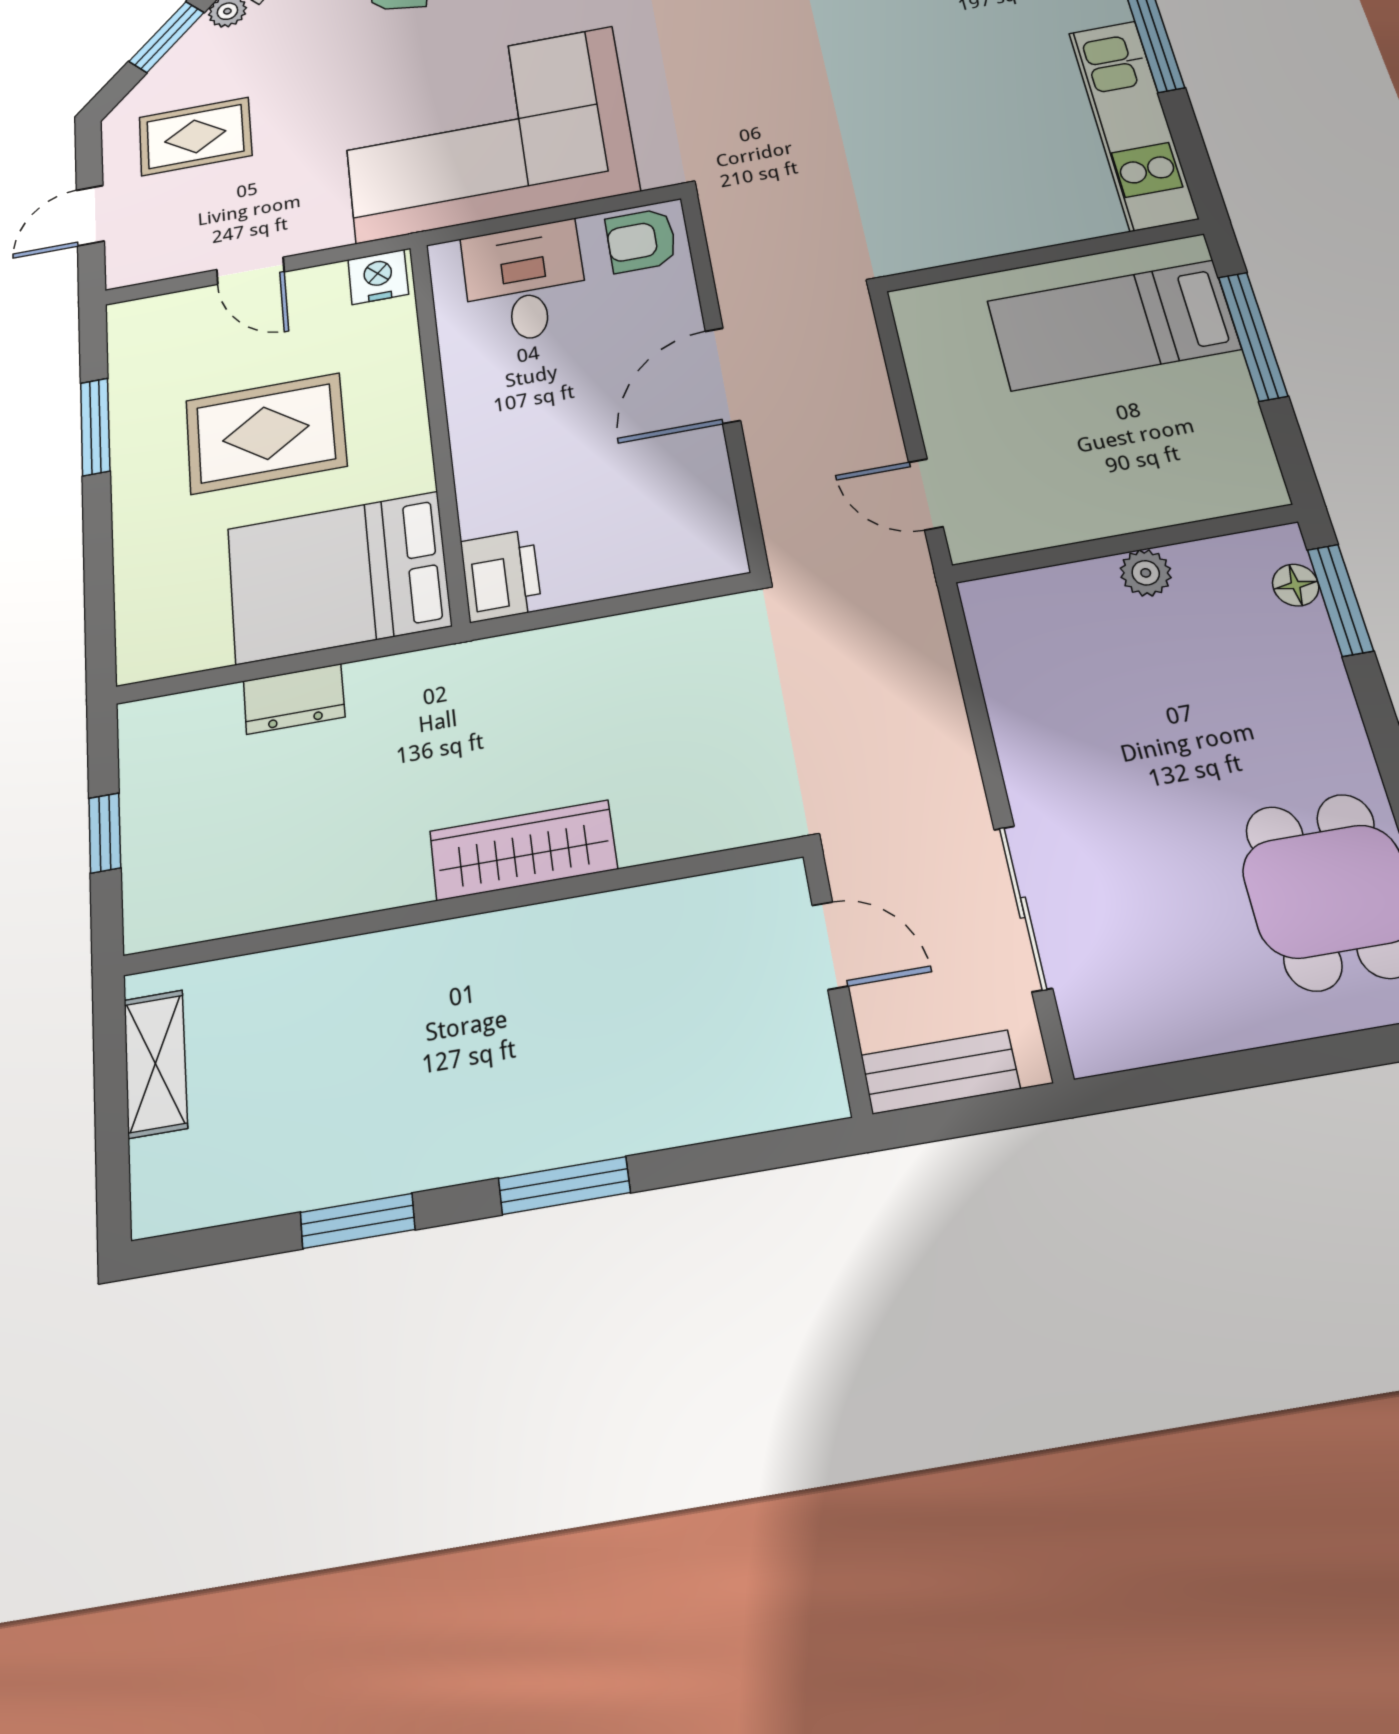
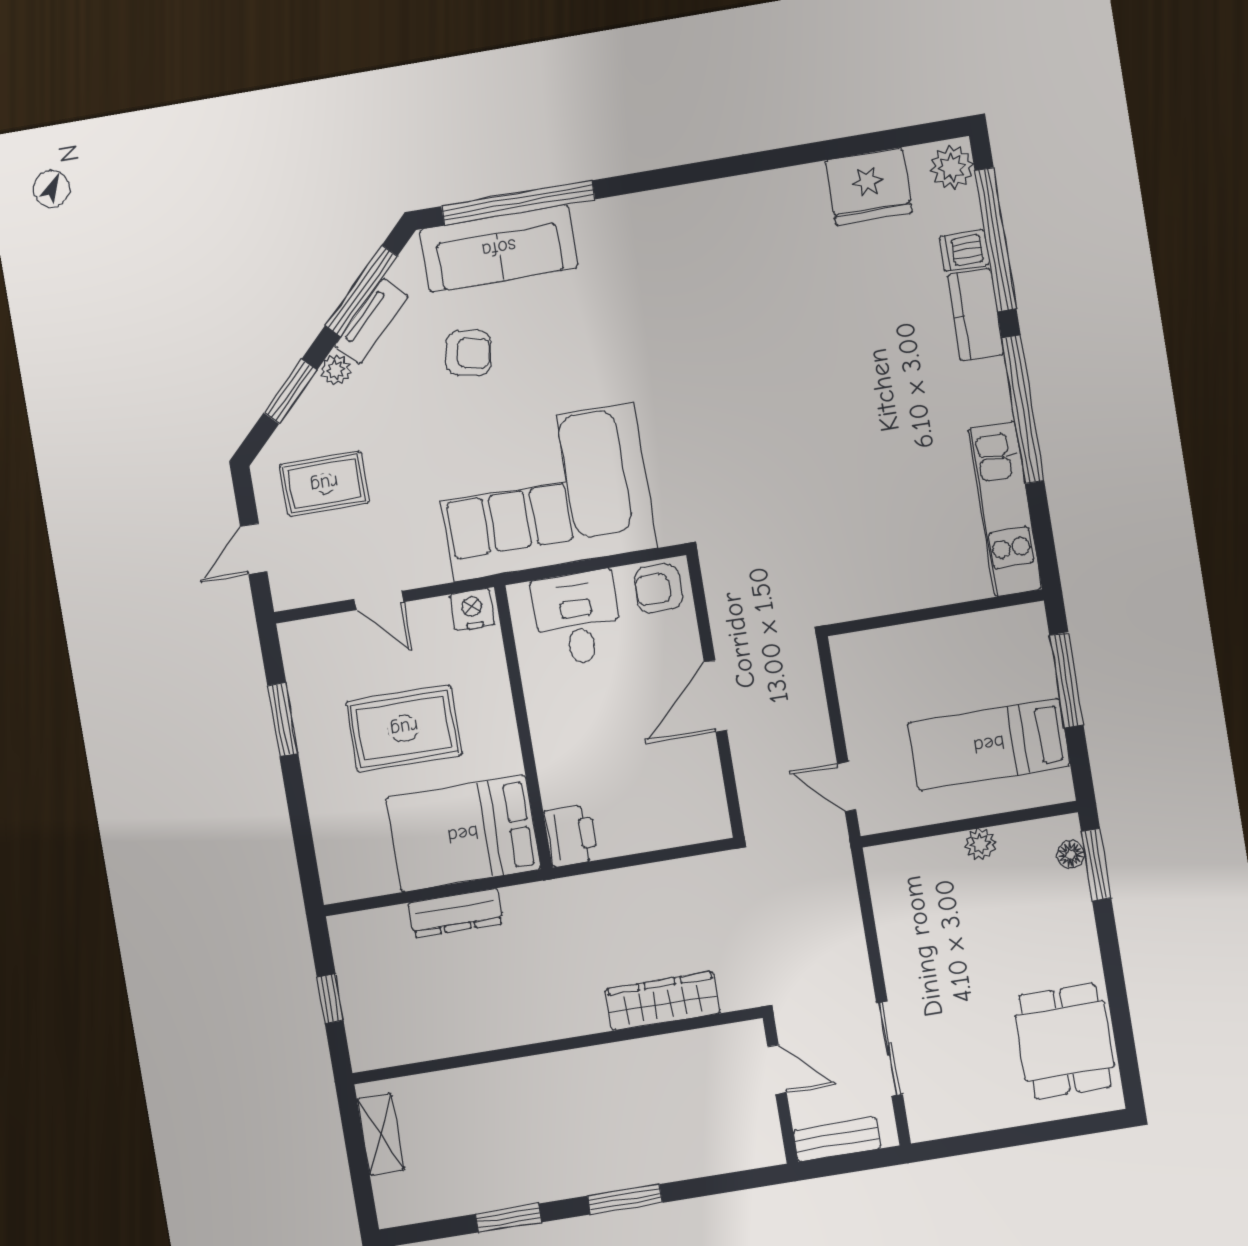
bed: (1113, 325) -> (989, 744), moved
dresser: (294, 699) -> (456, 913), width x1.44
wardrobe: (523, 850) -> (662, 1001), moved

